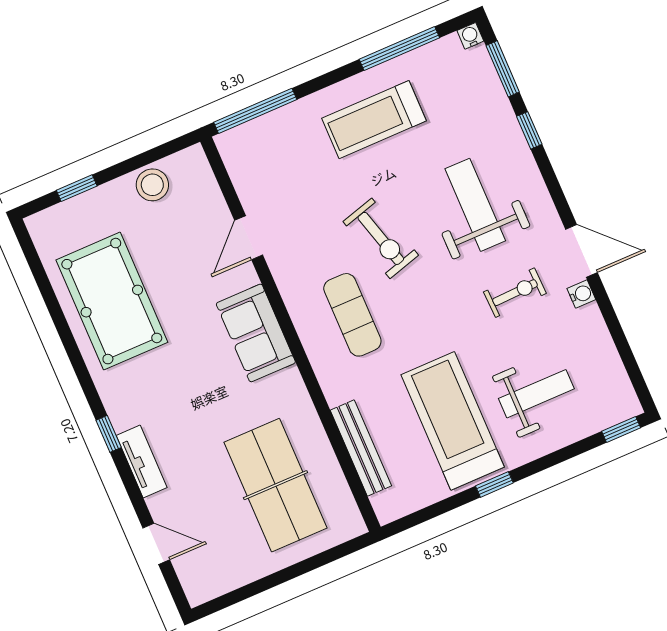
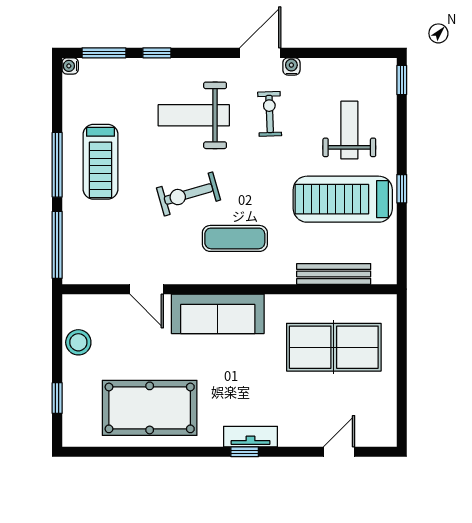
window: (399, 49) -> (57, 165), moved
exercise bike: (381, 238) -> (188, 194), turned 180
sofa: (256, 333) -> (218, 314), width x1.36
tv unit: (142, 461) -> (251, 437), moved

